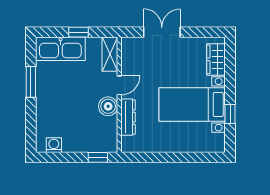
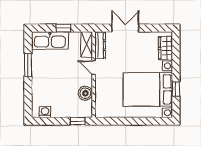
door: (119, 85) -> (94, 68), swing flipped
bed with nightstands: (192, 104) -> (148, 89), width x1.36
boiler: (108, 106) -> (85, 93), moved
dresser: (128, 117) -> (100, 45), moved

